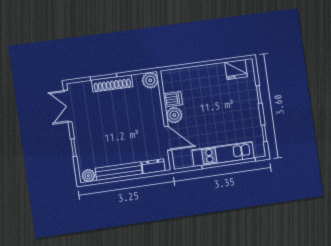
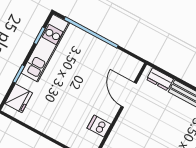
fridge: (236, 69) -> (19, 98), moved, turned 90
plant: (174, 115) -> (108, 111), removed
kitchen unit: (223, 154) -> (45, 48), moved, turned -90

